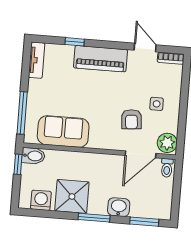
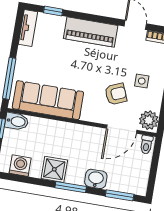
window: (75, 42) -> (53, 11), moved
armchair: (131, 119) -> (116, 94), turned -108
sofa: (63, 131) -> (48, 100), width x1.36
shower: (72, 196) -> (54, 169), width x0.73, depth x0.73

